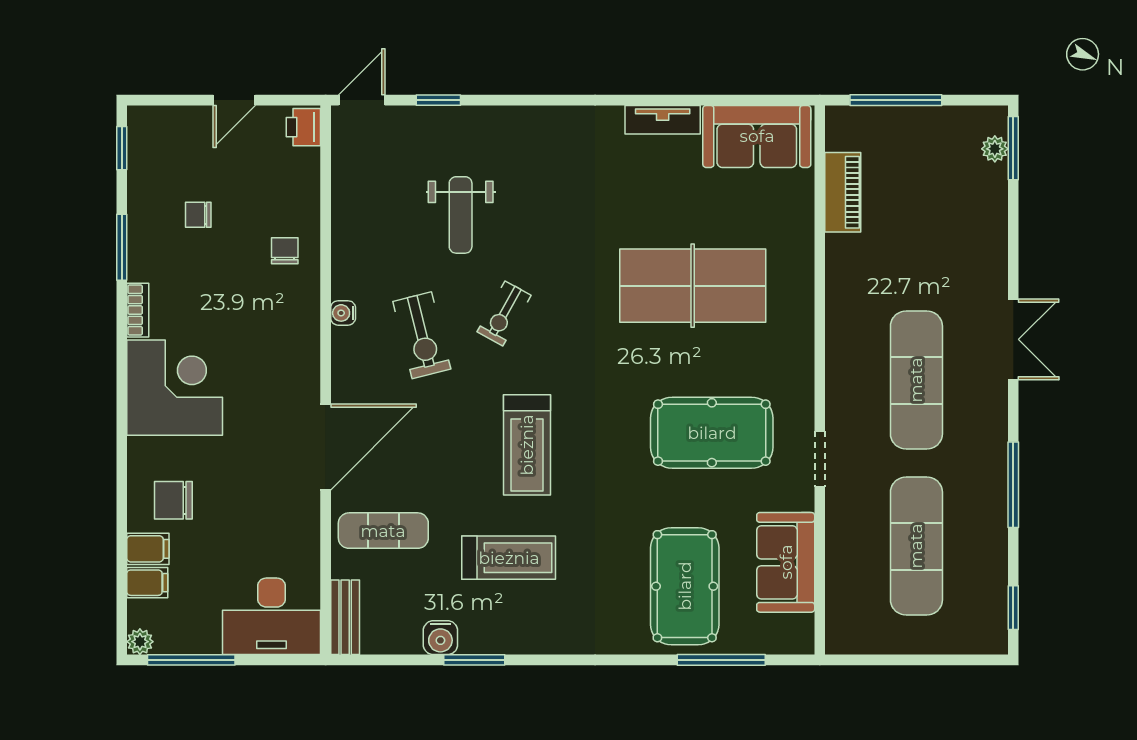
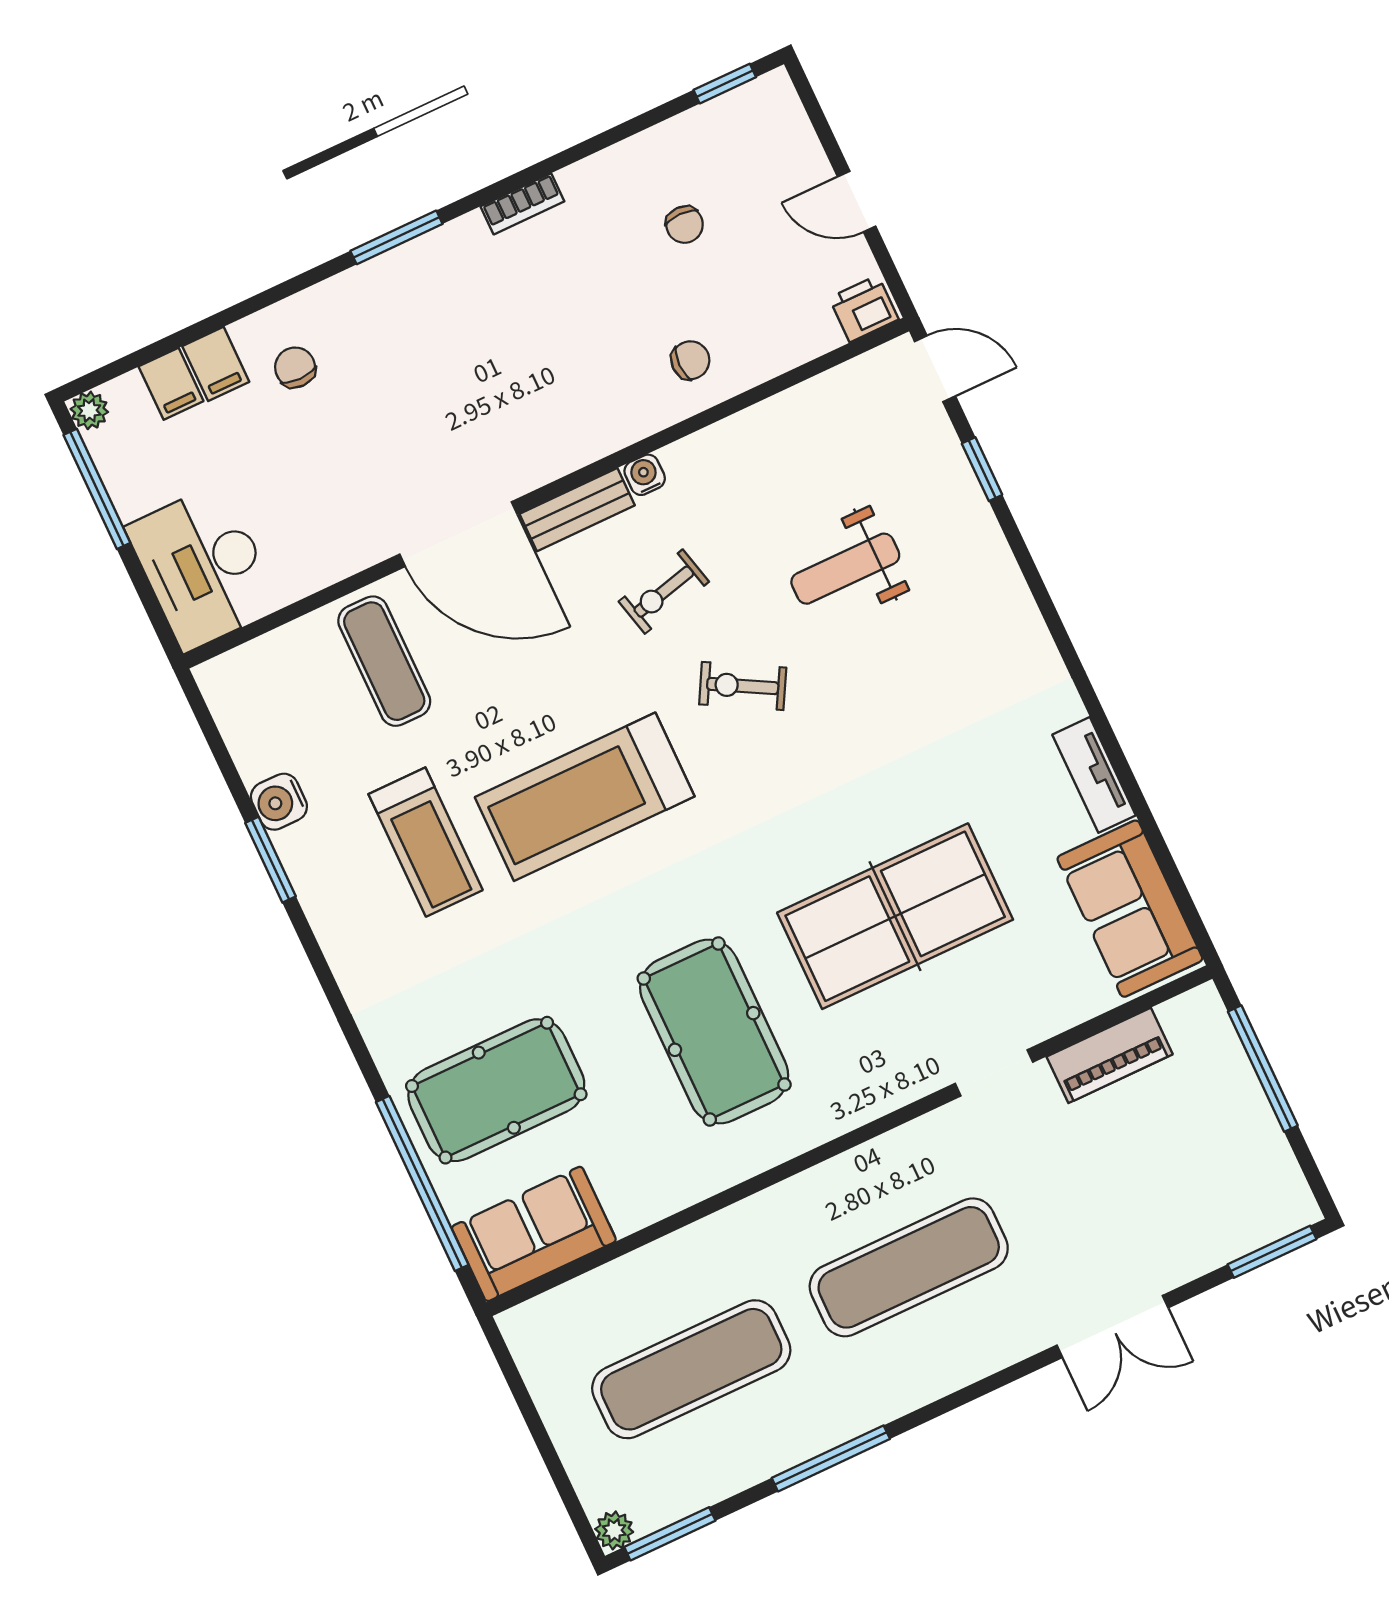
plant: (995, 149) -> (614, 1530), moved
chair: (198, 215) -> (685, 225), turned 180
window: (122, 247) -> (396, 237), moved
table tennis table: (693, 286) -> (895, 916), turned 90
exercise bike: (422, 335) -> (664, 592), width x0.73, depth x0.72
double door: (1013, 339) -> (1112, 1326), moved
corner desk: (175, 388) -> (444, 300), removed
treadmill: (527, 445) -> (585, 797), width x1.37, depth x1.38
doorway: (820, 459) -> (994, 1073), moved
chair: (173, 500) -> (295, 367), width x0.73, depth x0.73
sofa: (786, 562) -> (534, 1234), moved
window: (1013, 608) -> (670, 1534), width x1.50
bench: (345, 617) -> (577, 510), moved
window: (721, 660) -> (422, 1183), width x1.46

